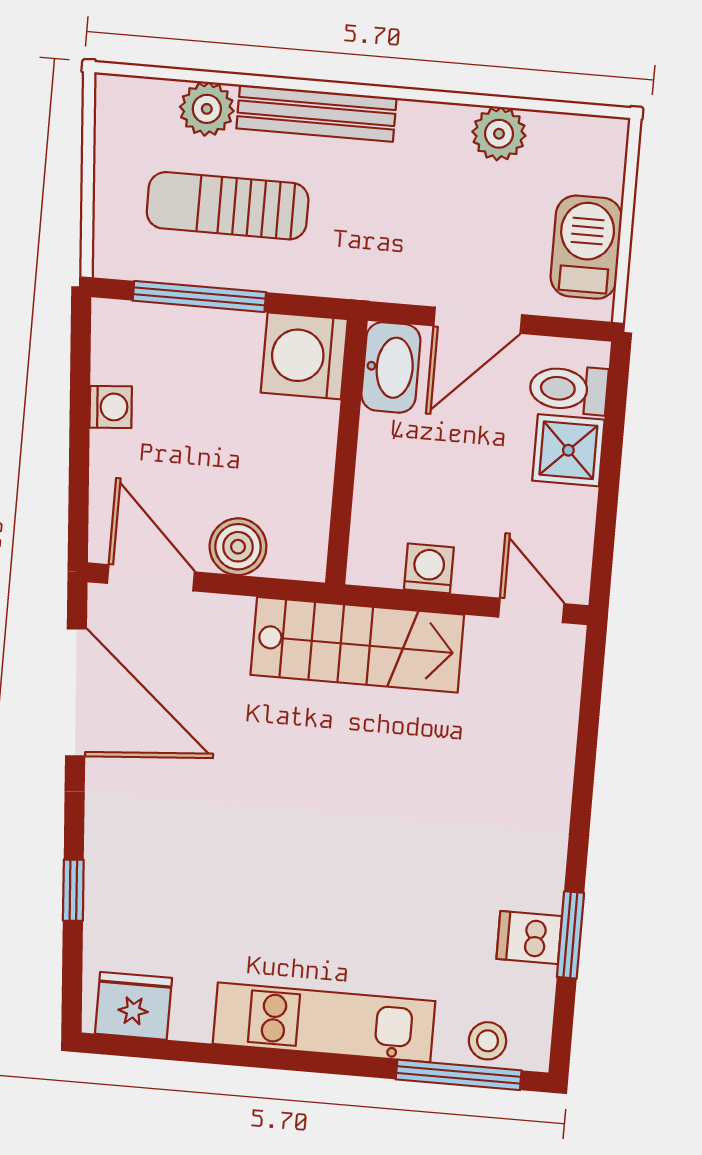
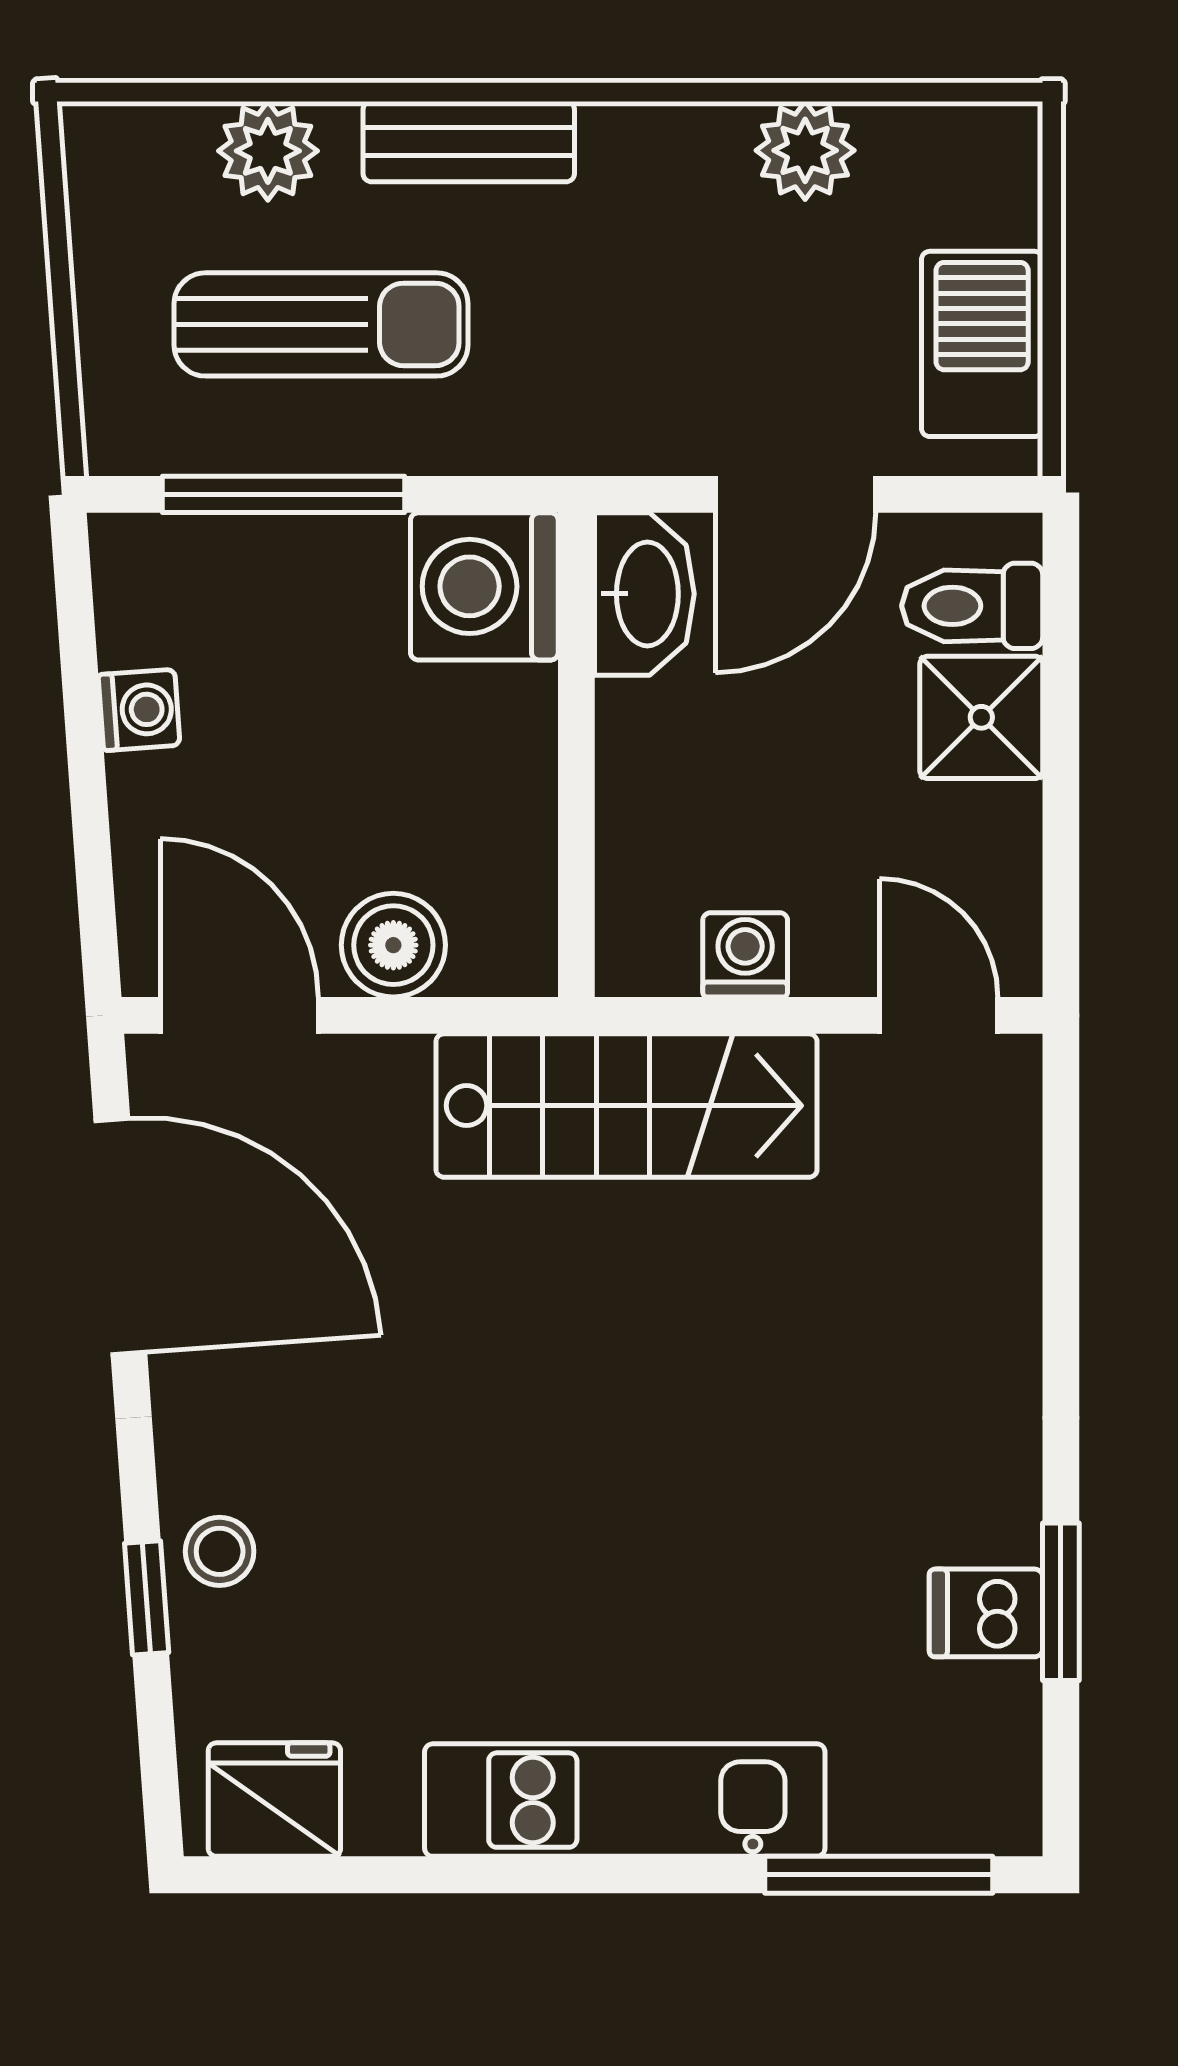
bench: (316, 113) -> (469, 142), width x0.73
sun lounger: (228, 206) -> (321, 324), turned 180
stool: (488, 1041) -> (220, 1551), moved

